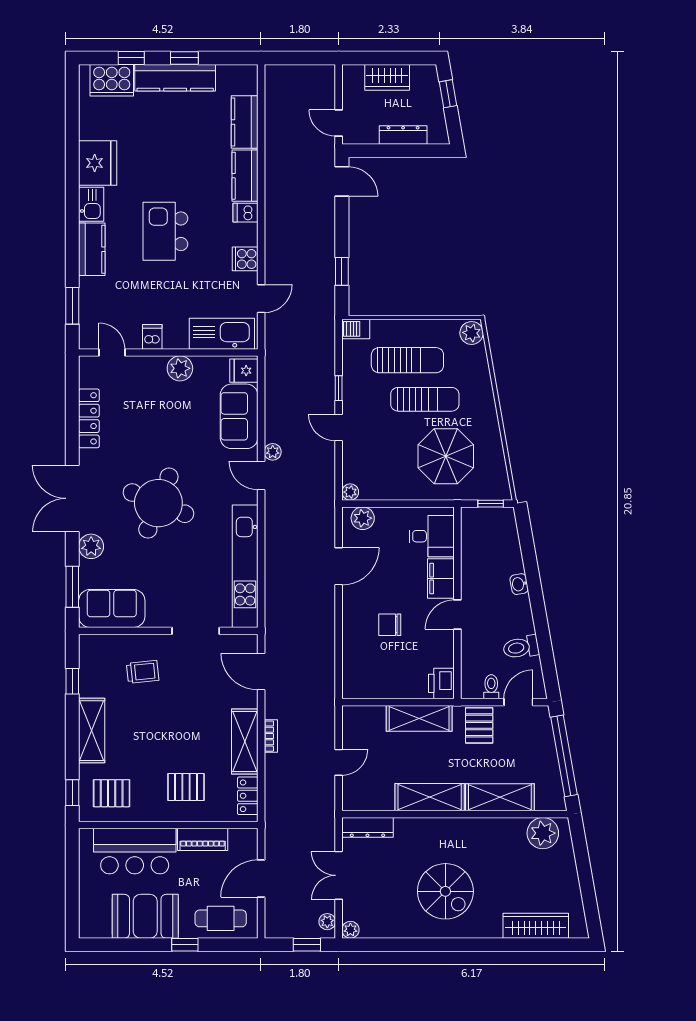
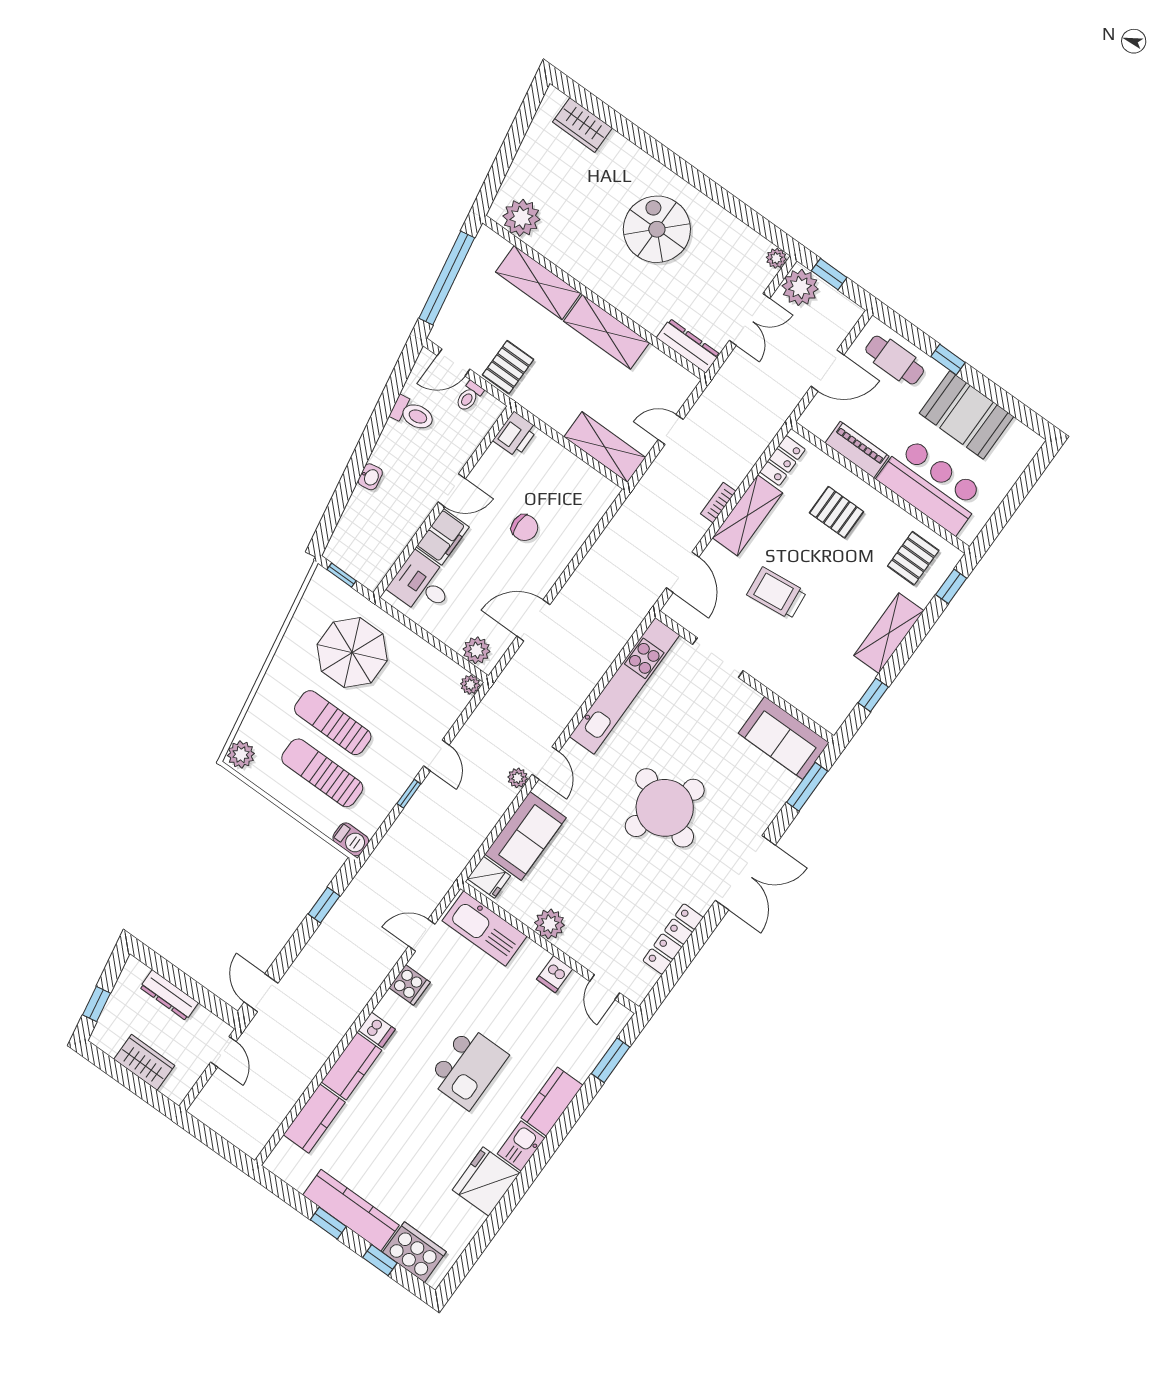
plant: (91, 546) -> (761, 813), removed
trolley: (143, 672) -> (777, 593), moved, width x1.36, depth x1.39
shelving: (419, 718) -> (605, 447), moved
pallet: (112, 793) -> (913, 558), turned 90
plant: (327, 922) -> (800, 287), width x1.88, depth x1.88
wardrobe: (536, 926) -> (582, 125), width x0.67

